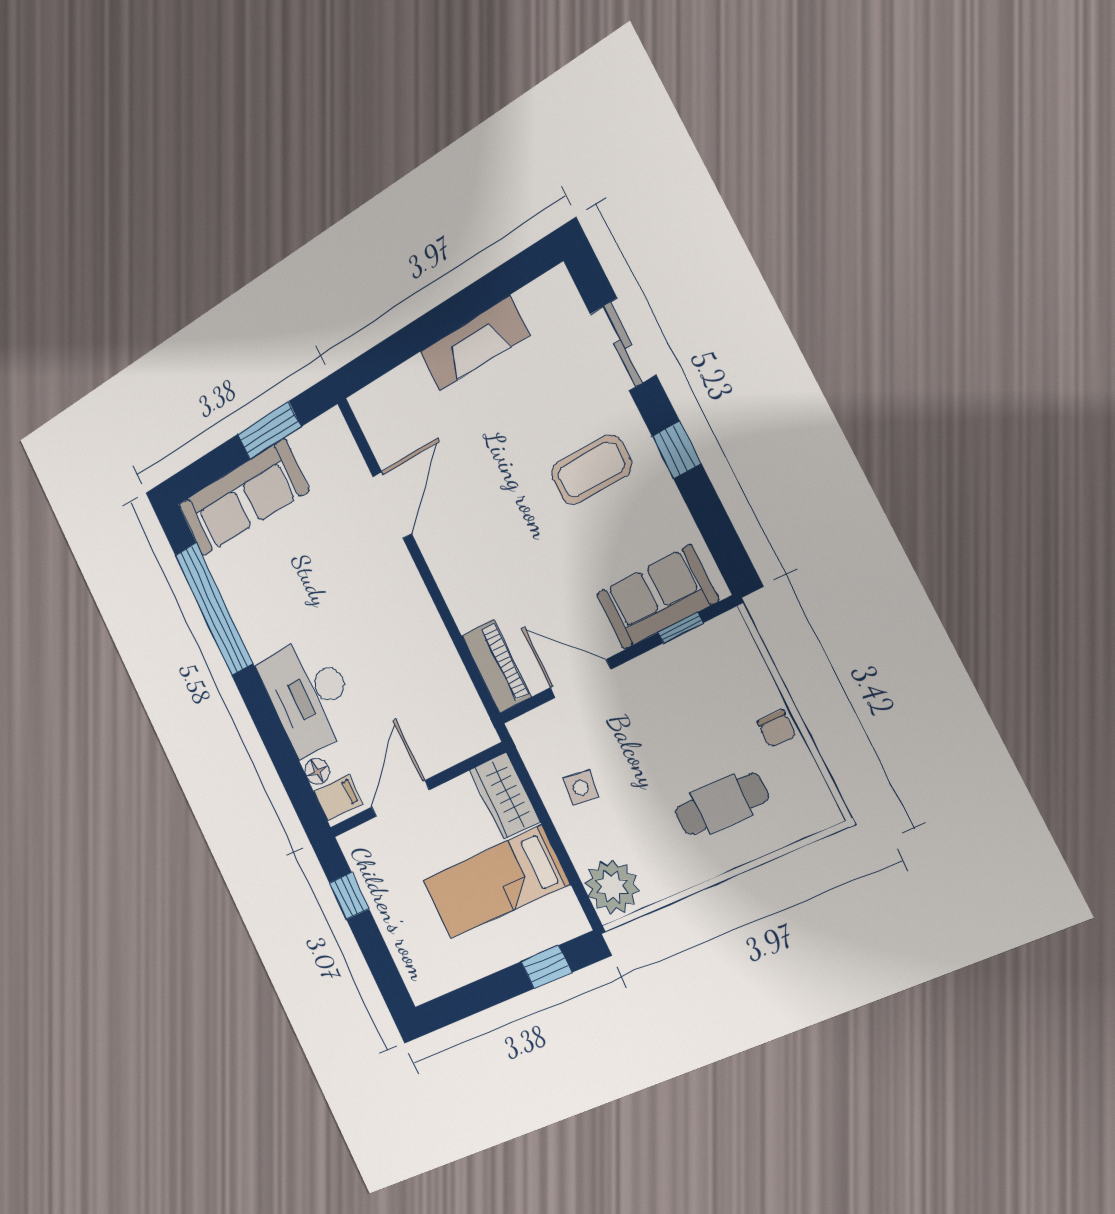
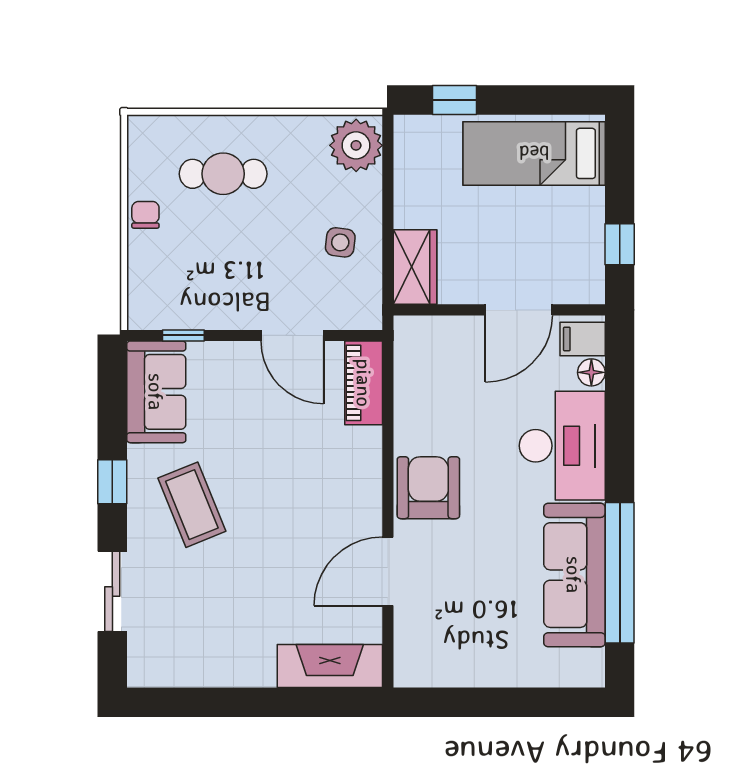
fireplace: (474, 343) -> (330, 666), moved
window: (269, 430) -> (473, 702), removed
coffee table: (591, 470) -> (192, 505), turned 68
sofa: (243, 498) -> (574, 575), moved, turned -90
sofa: (657, 597) -> (156, 392), moved, turned -90
armchair: (396, 600) -> (428, 488), added
bed: (496, 882) -> (534, 153), moved, turned 180

